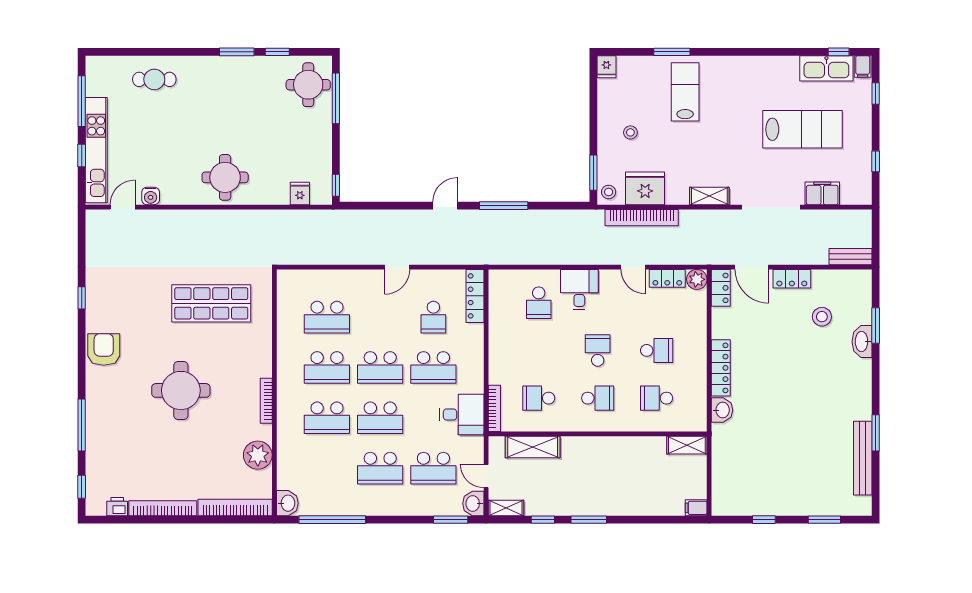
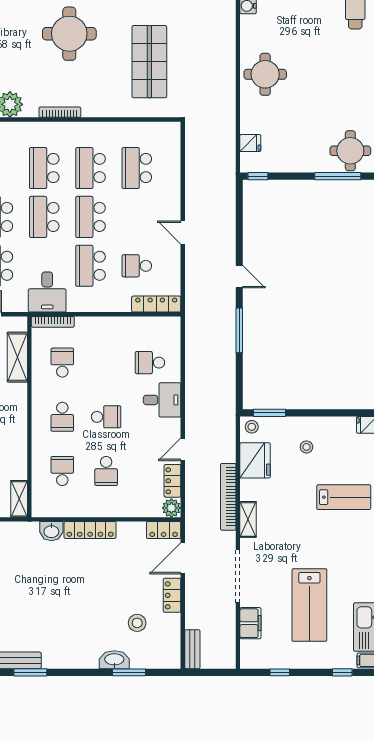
bookcase: (642, 218) -> (228, 497), moved

